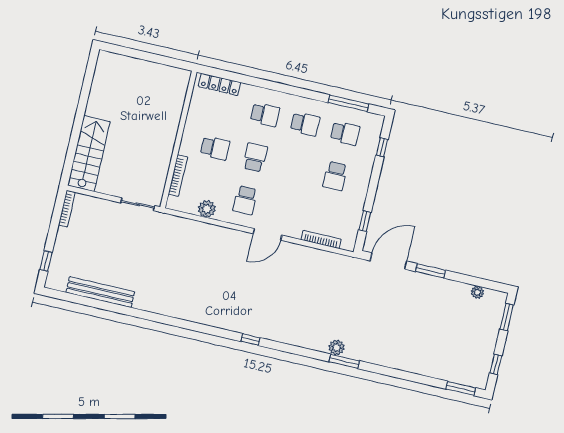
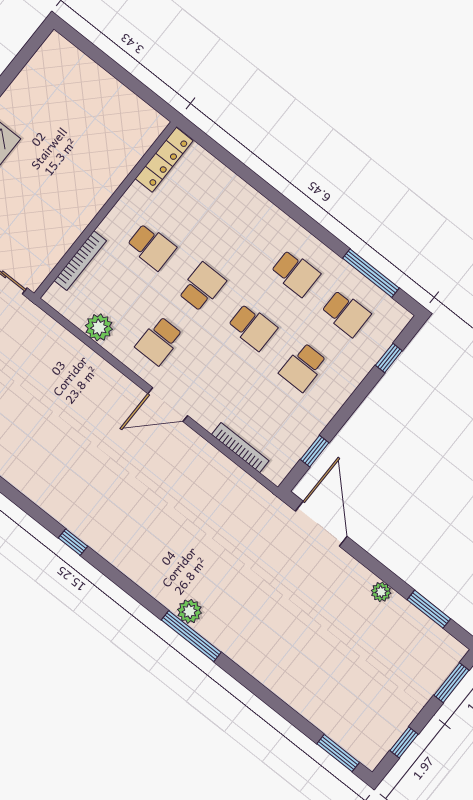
locker: (219, 84) -> (164, 160), moved, turned -90
school desk: (265, 115) -> (253, 327), moved
door: (388, 261) -> (321, 524), hinge flipped
window: (430, 271) -> (429, 609), moved
plant: (477, 292) -> (381, 592), moved
window: (344, 361) -> (191, 636), width x1.44

